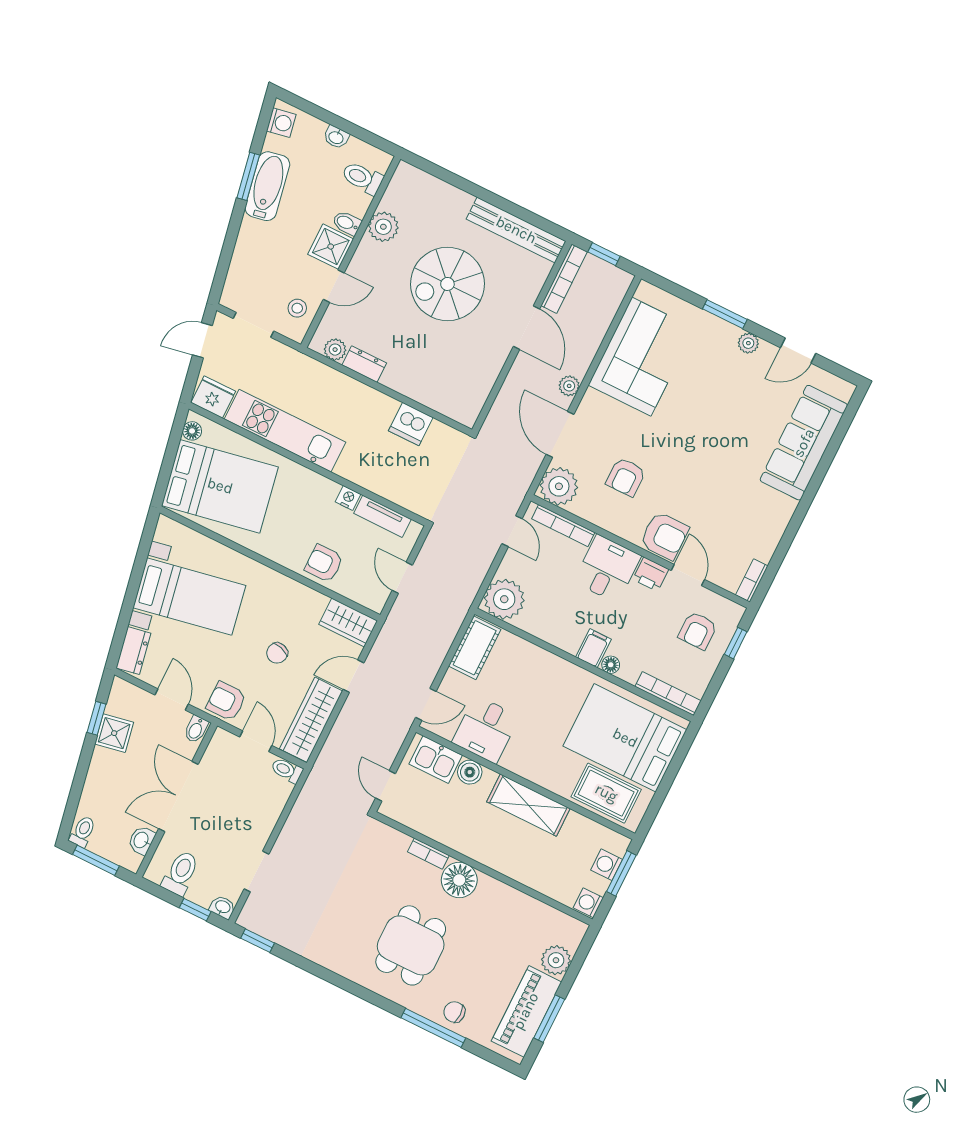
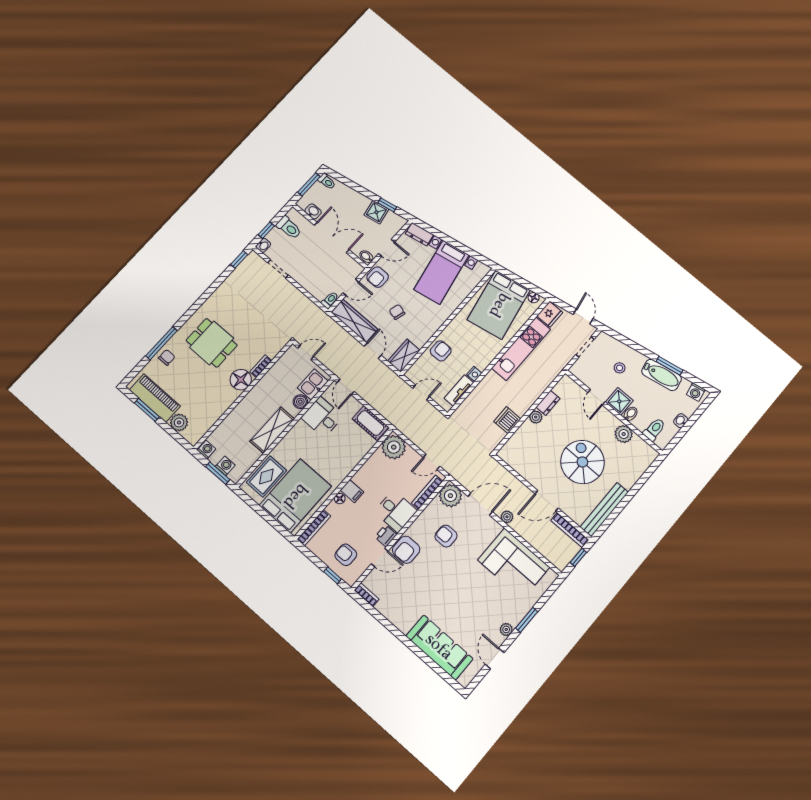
stool: (297, 308) -> (620, 368), moved
plant: (335, 350) -> (536, 417), moved
armchair: (226, 701) -> (378, 277), turned 180

